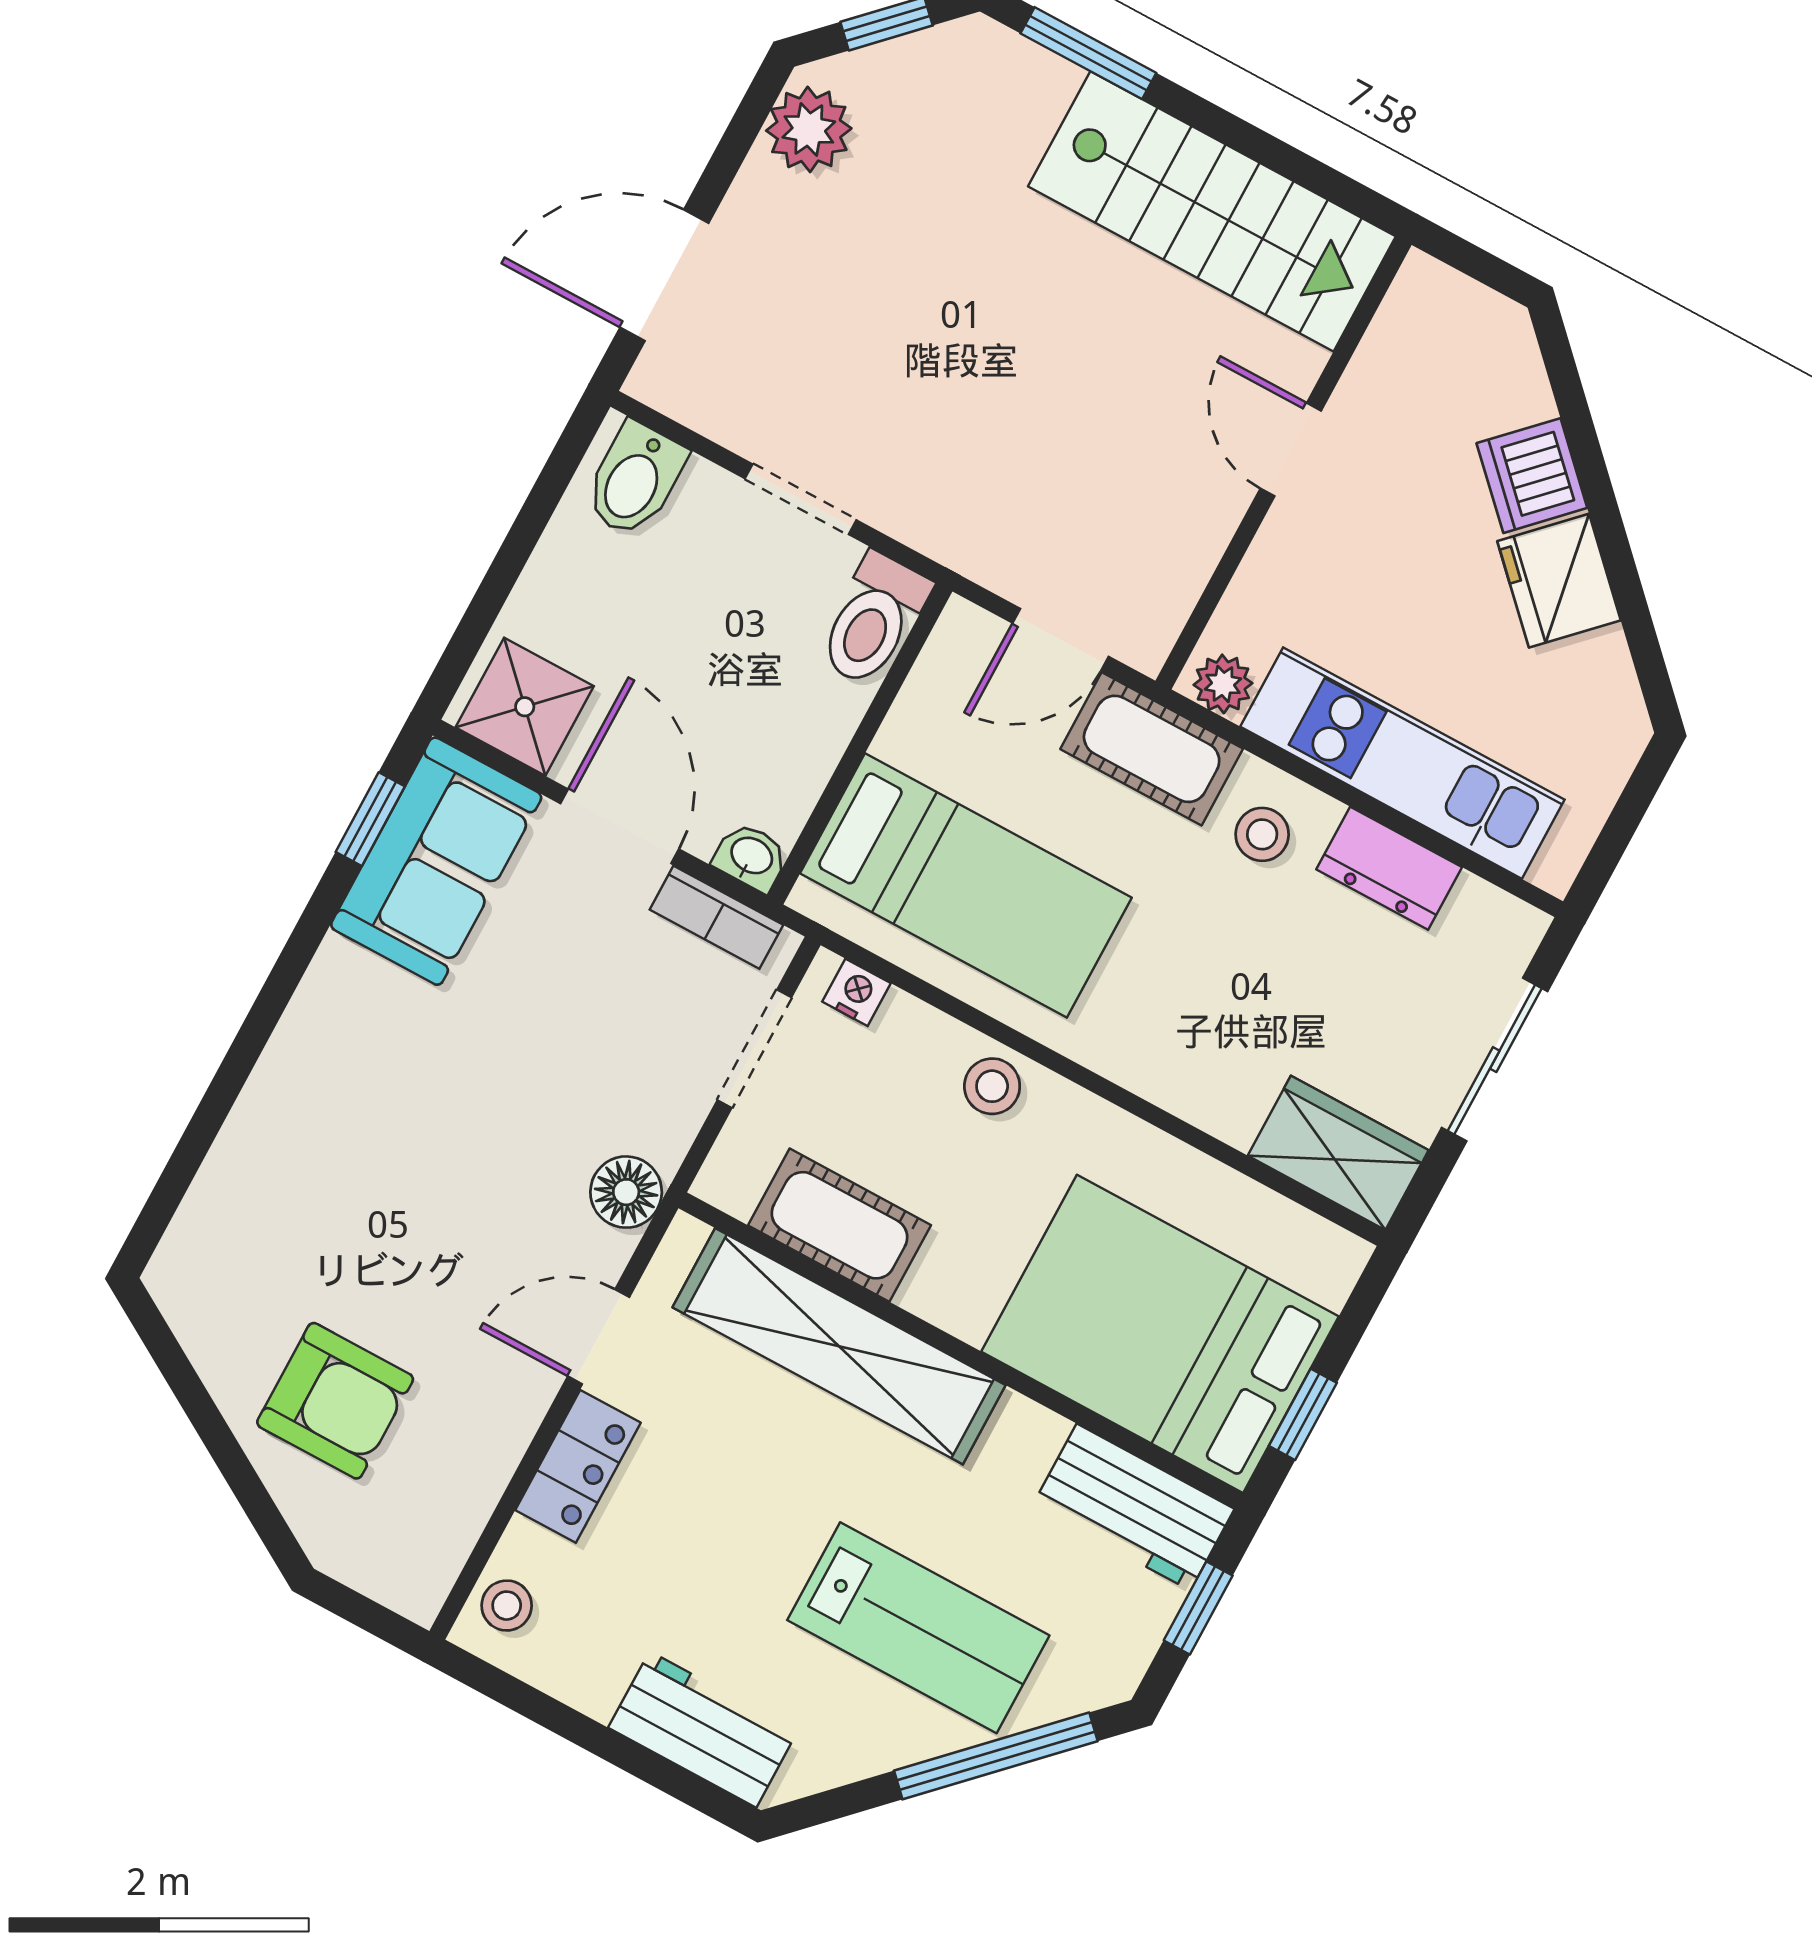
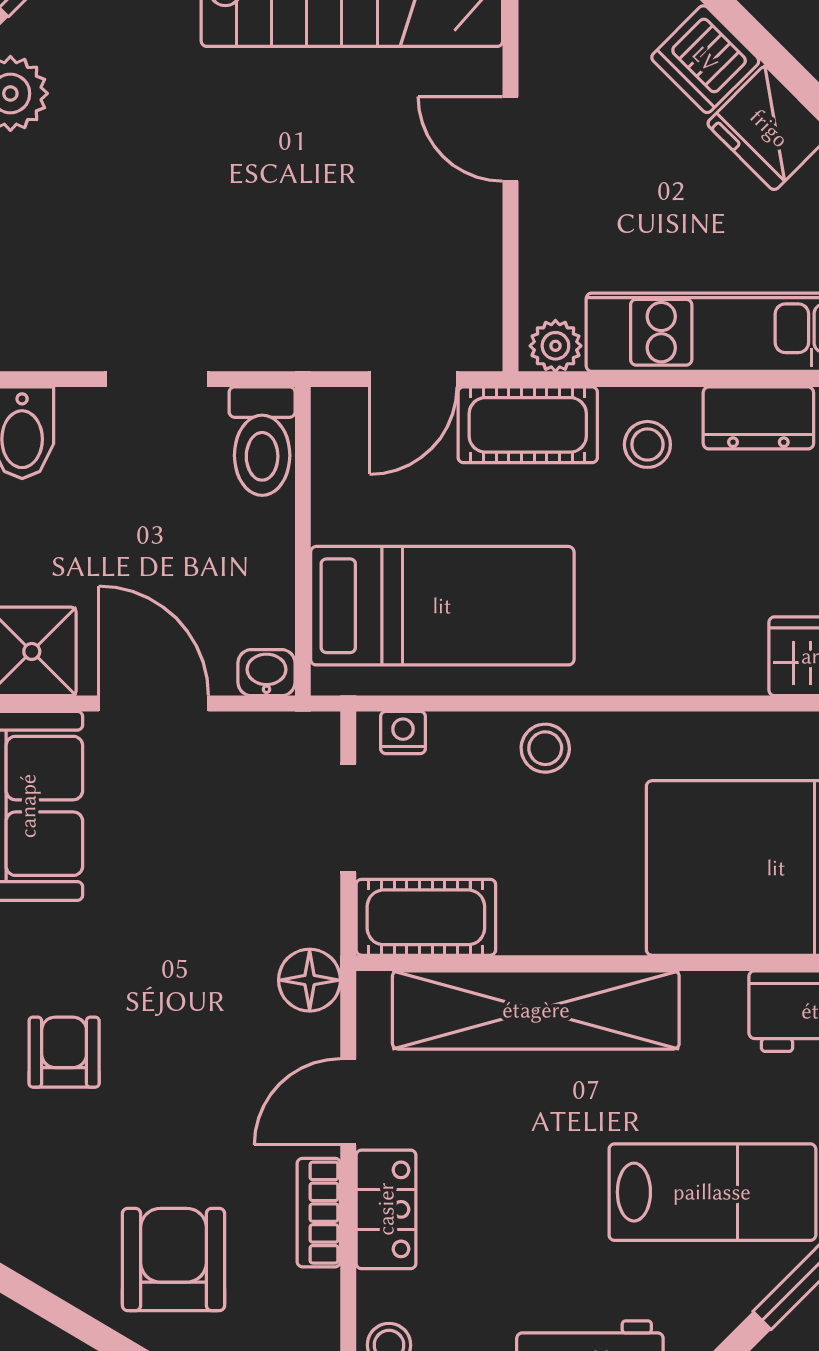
bookcase: (716, 917) -> (319, 1213), moved, turned 90
armchair: (338, 1131) -> (64, 1052), added
cot: (840, 1225) -> (426, 917), moved
armchair: (335, 1401) -> (174, 1260), turned -90

